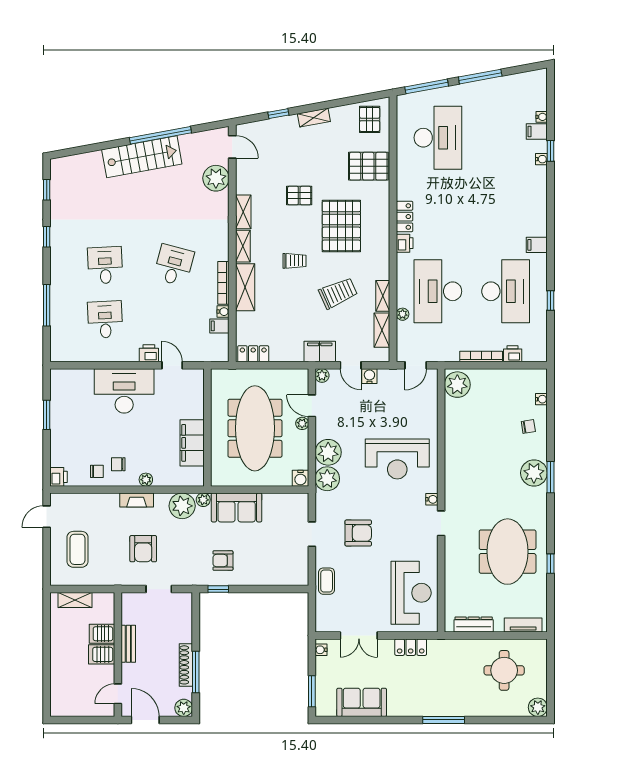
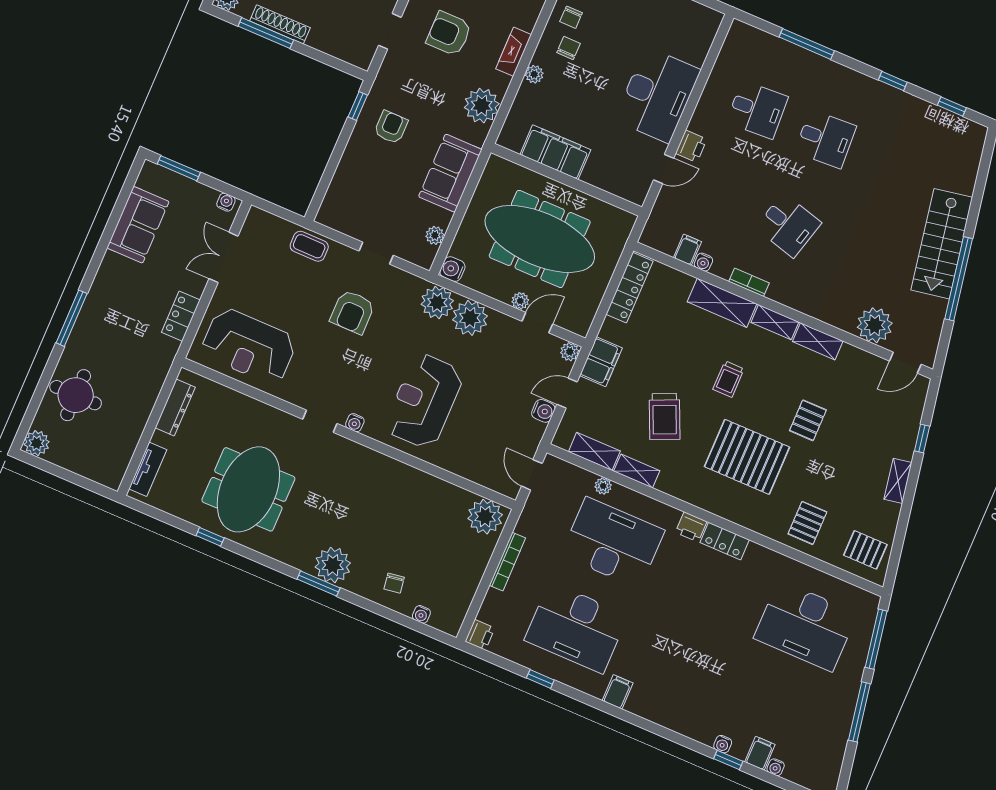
pallet: (368, 166) -> (807, 523), width x0.67, depth x0.71
bookcase: (223, 283) -> (749, 282), width x0.64
locker: (253, 354) -> (630, 288), width x1.53
printer: (513, 354) -> (480, 635), moved
plant: (203, 500) -> (435, 235), moved
meeting table: (508, 552) -> (248, 489), turned 90
round table: (504, 670) -> (76, 395), moved

